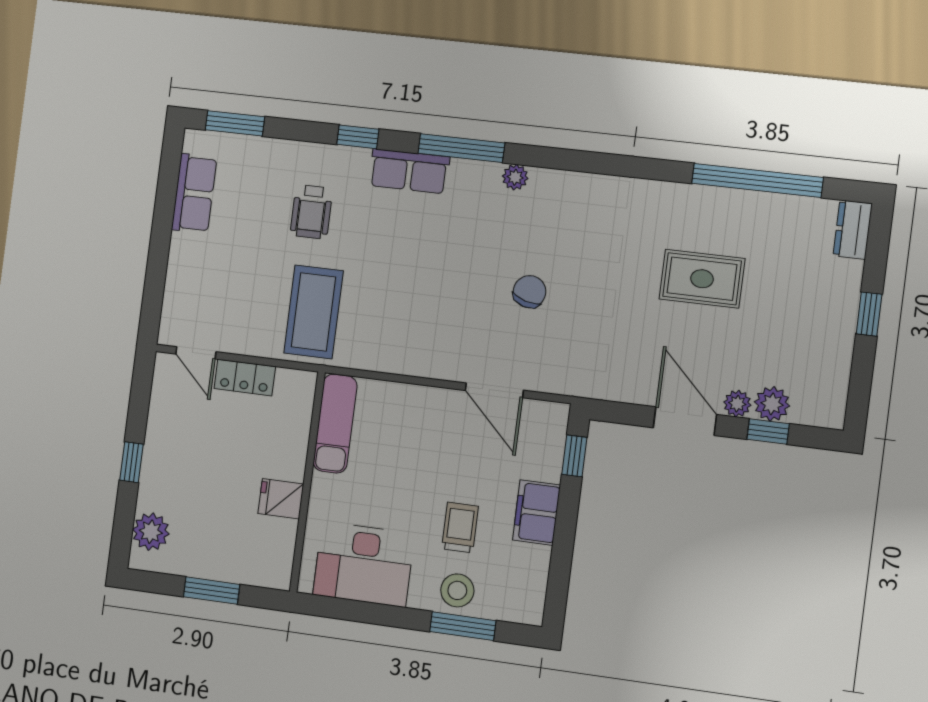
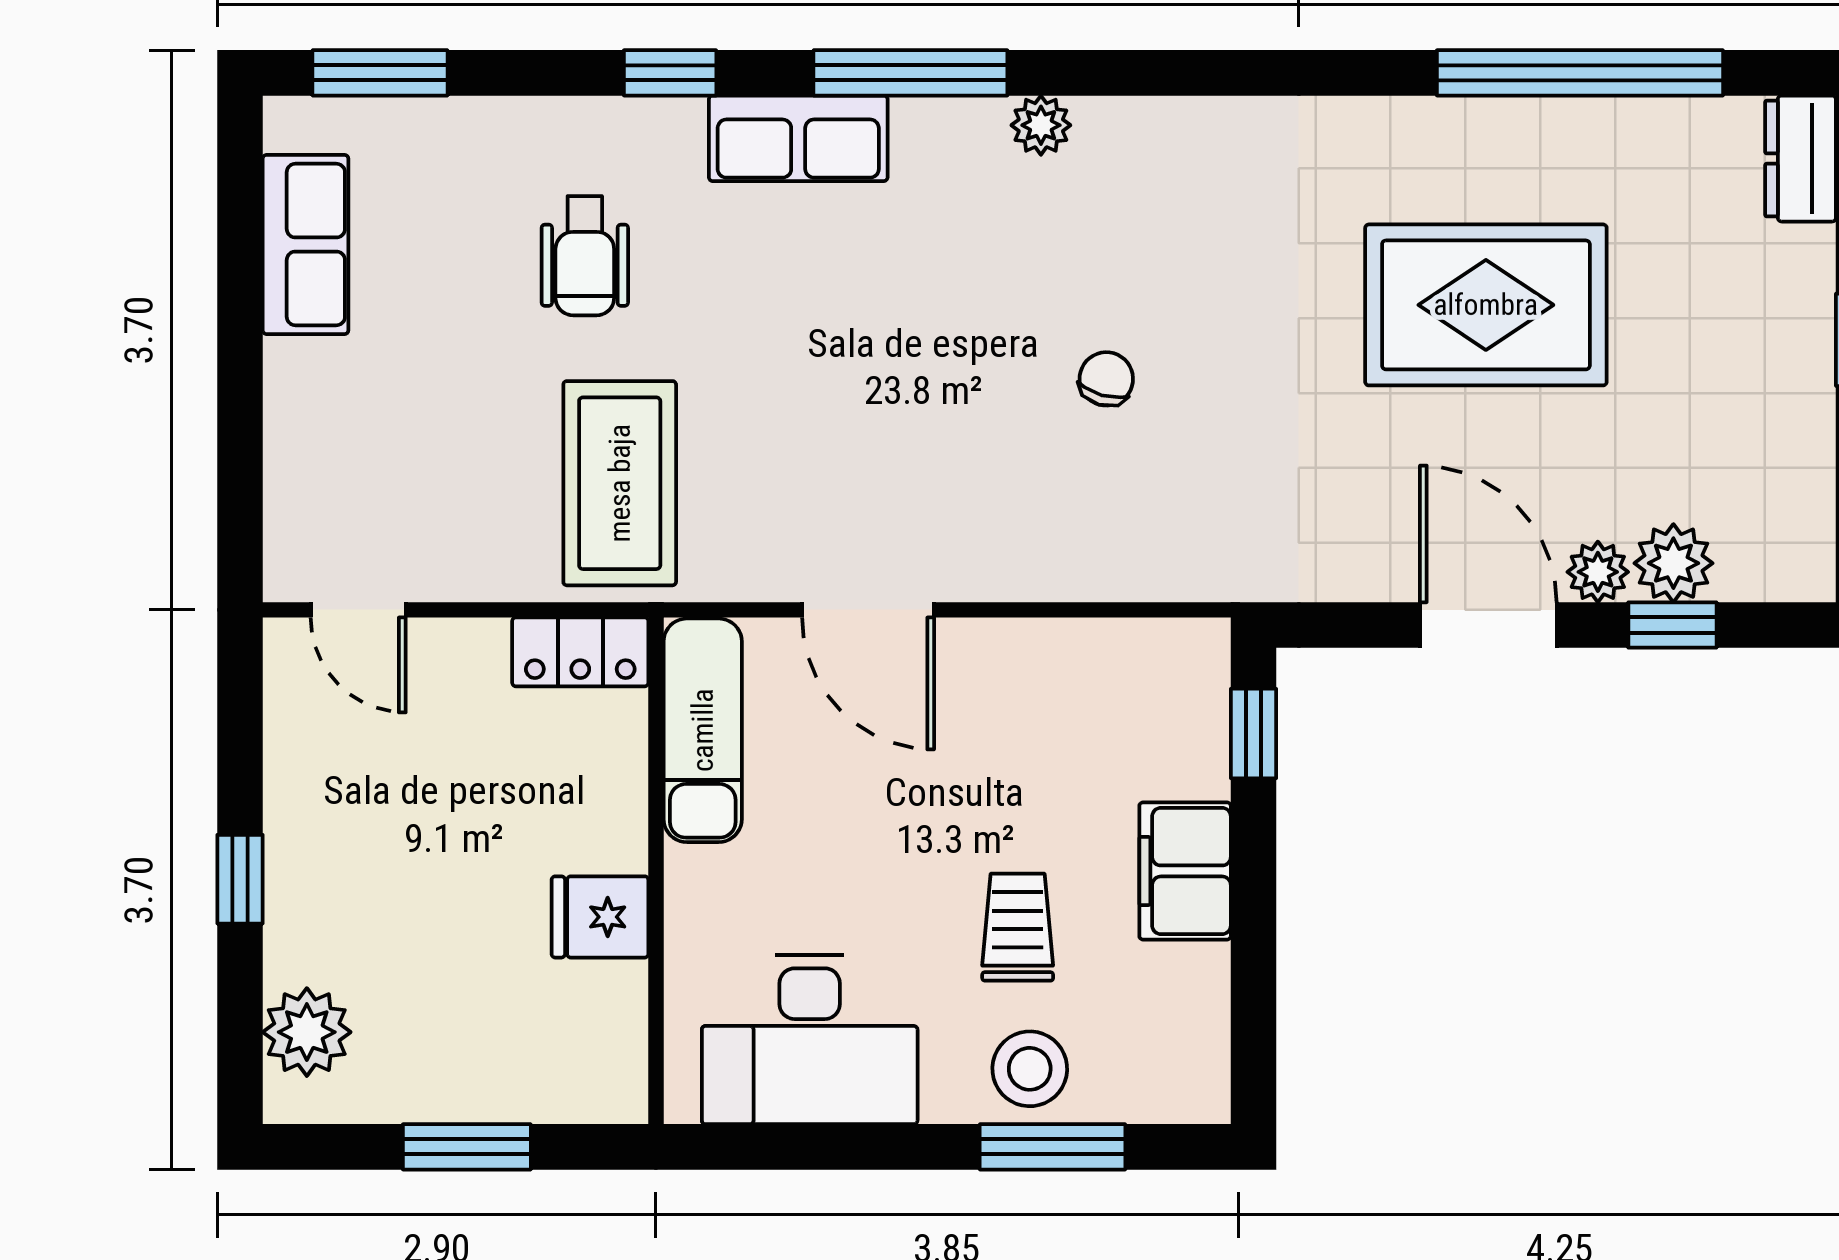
rug: (702, 279) -> (1486, 305), width x1.36, depth x1.43
chair: (530, 292) -> (1106, 379), width x0.73, depth x0.73
locker: (245, 378) -> (580, 652), moved
door: (494, 390) -> (868, 610), moved

